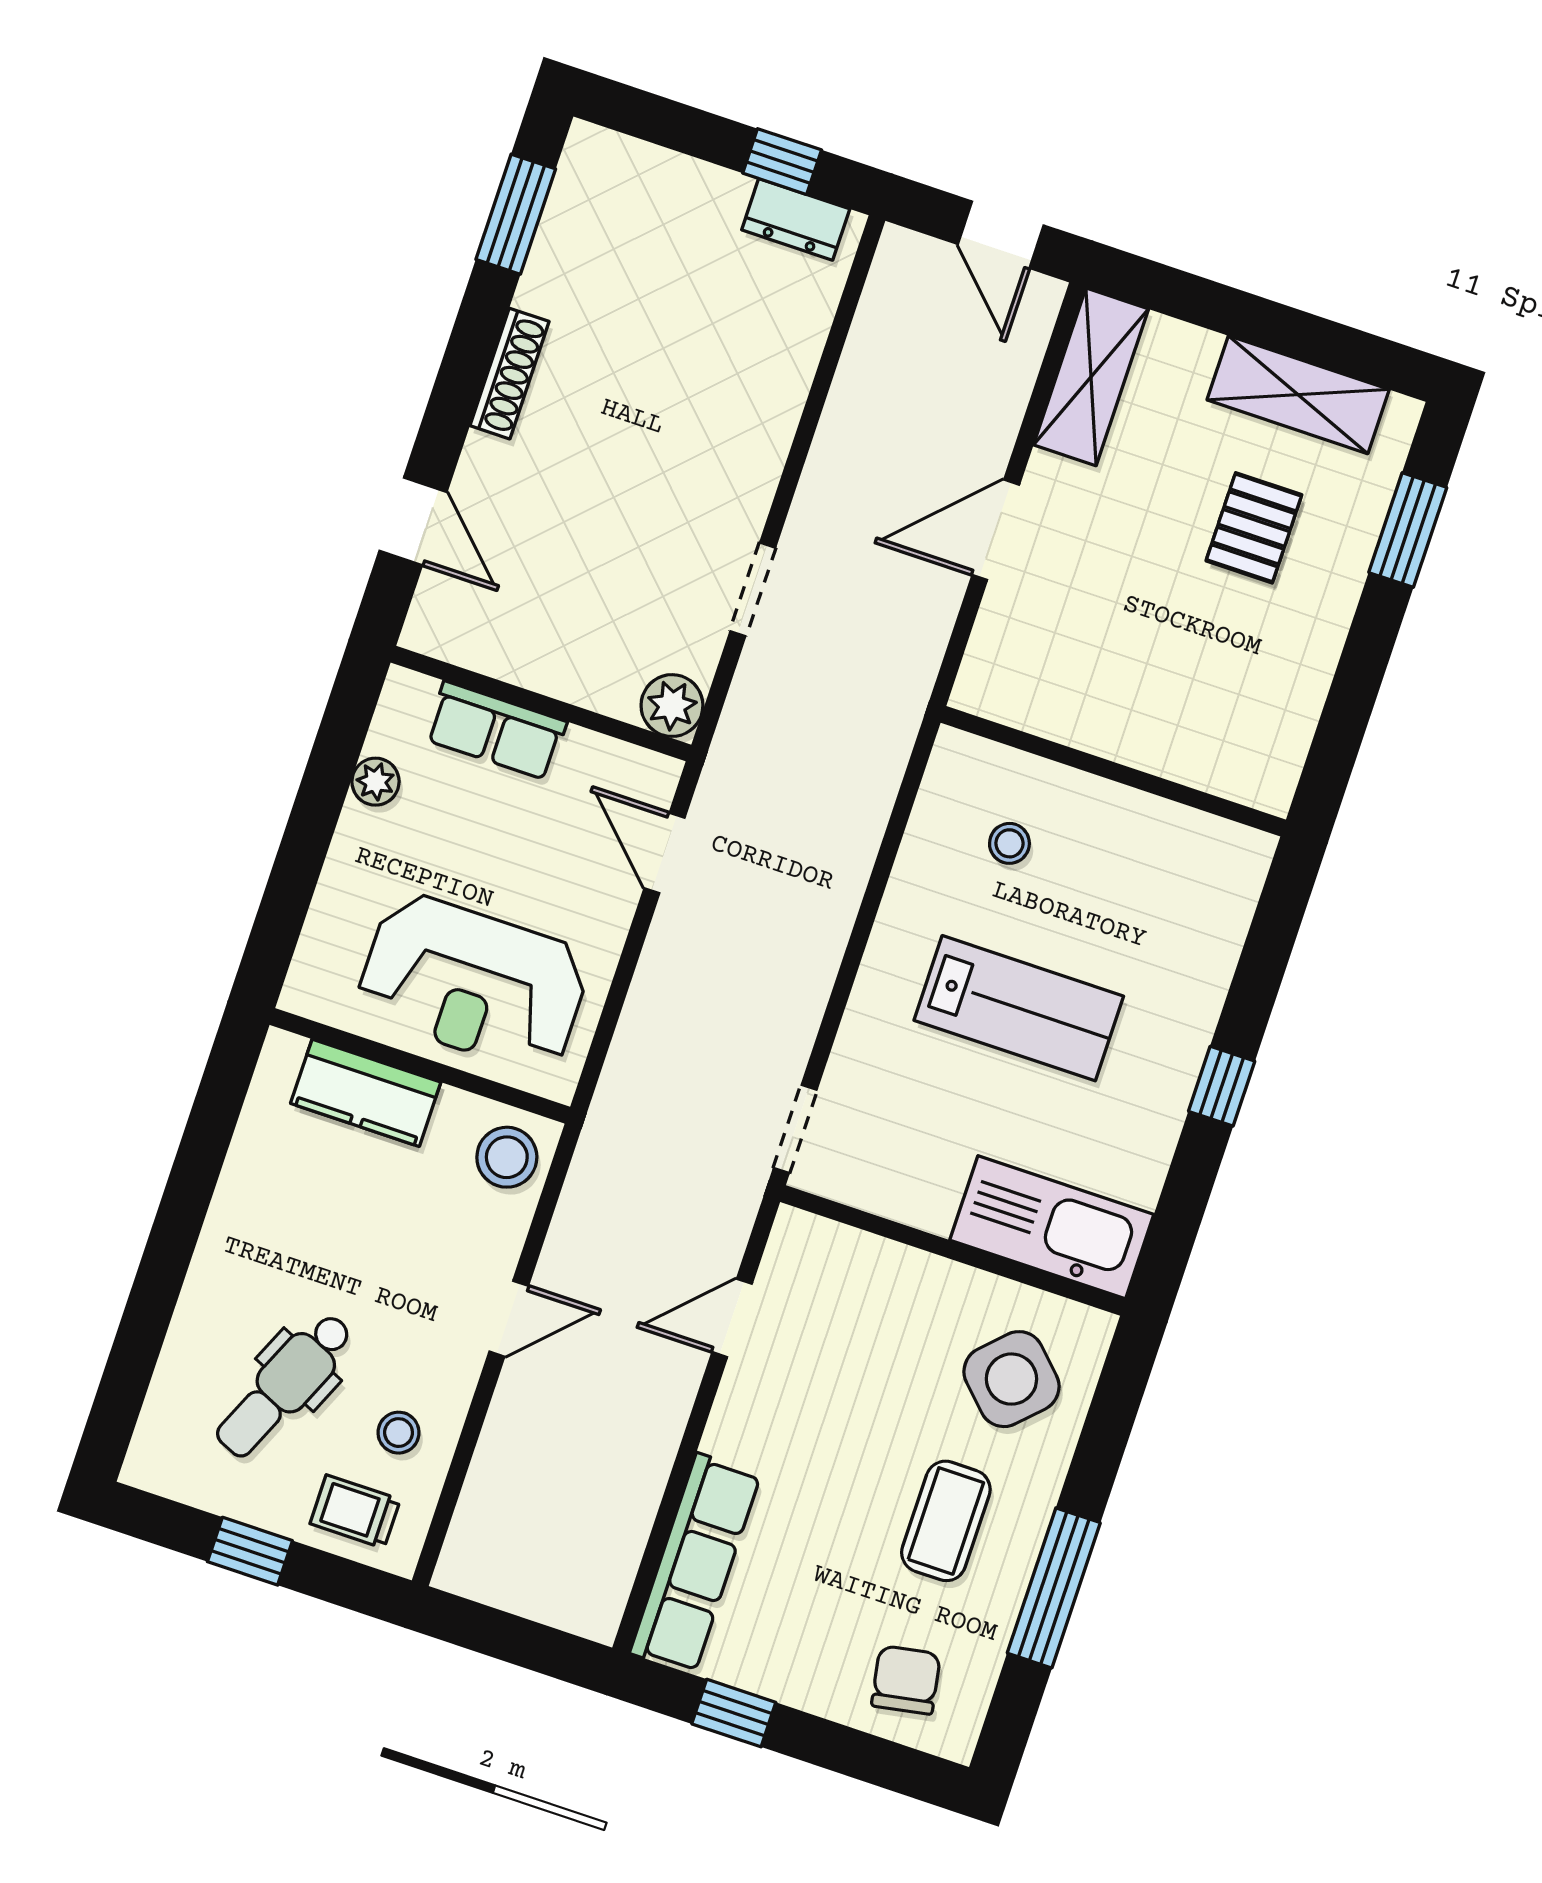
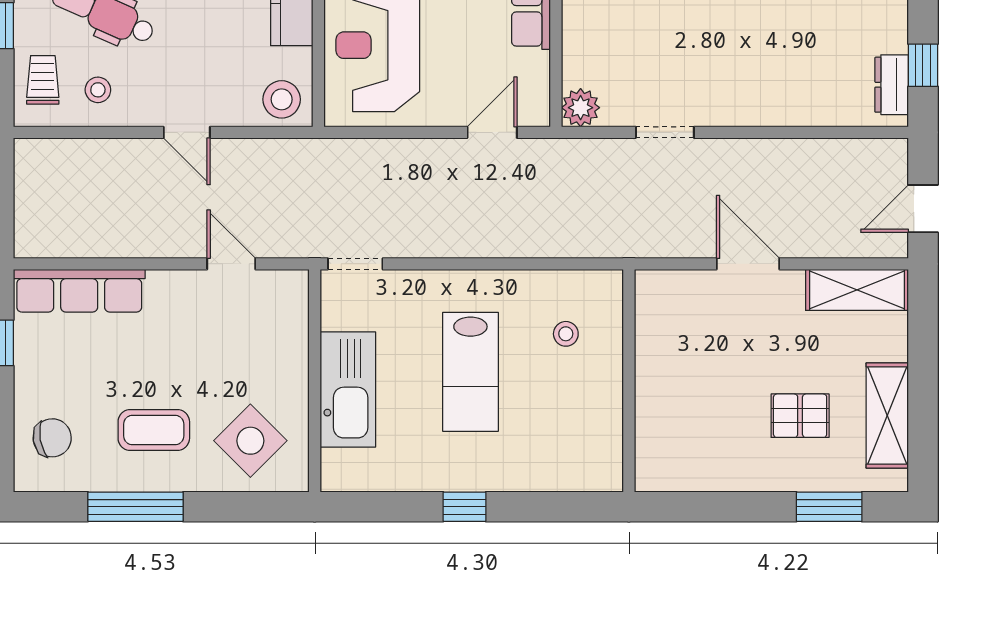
kitchen sink: (1052, 1227) -> (348, 390), moved

